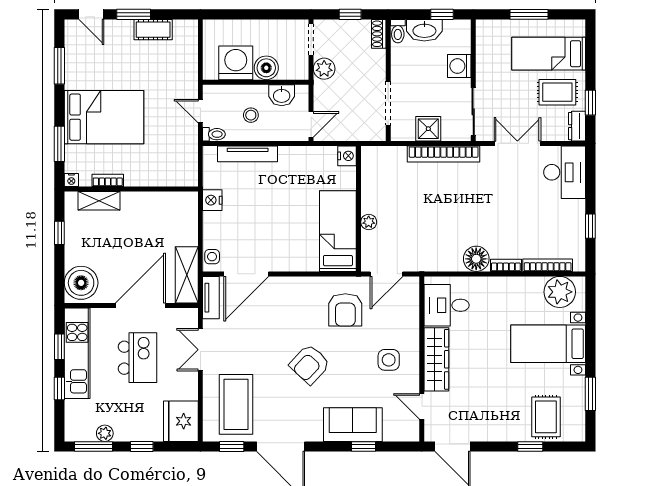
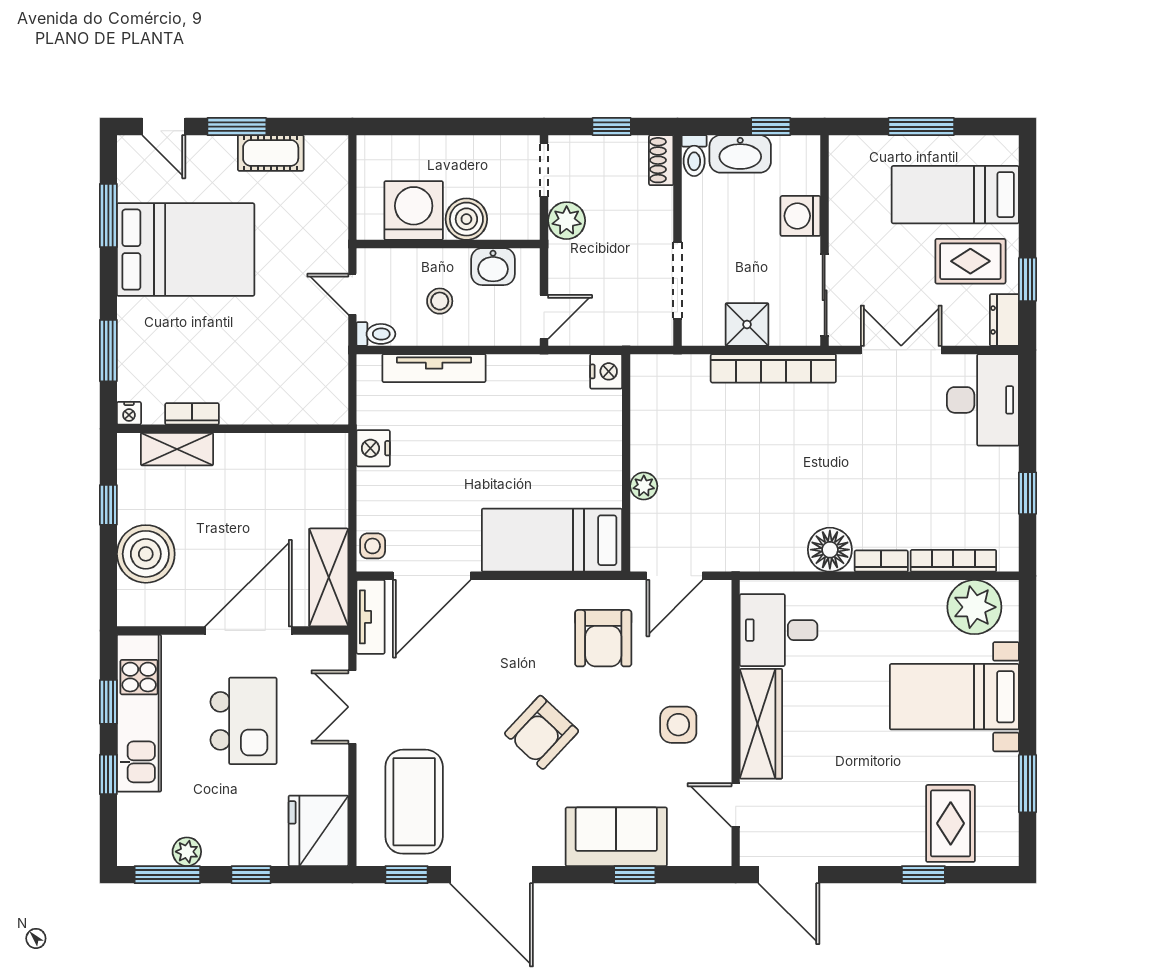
bed: (104, 117) -> (186, 250), moved
bed: (338, 231) -> (552, 540), moved, turned -90
boiler: (81, 283) -> (146, 554), moved

